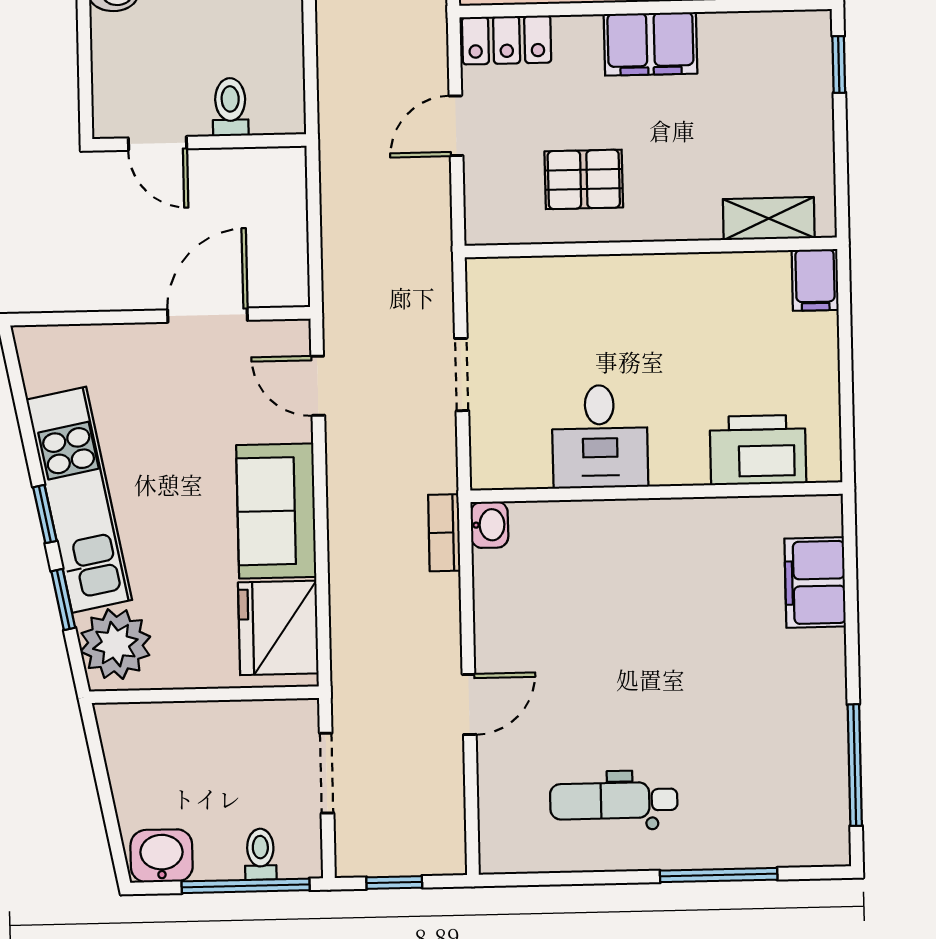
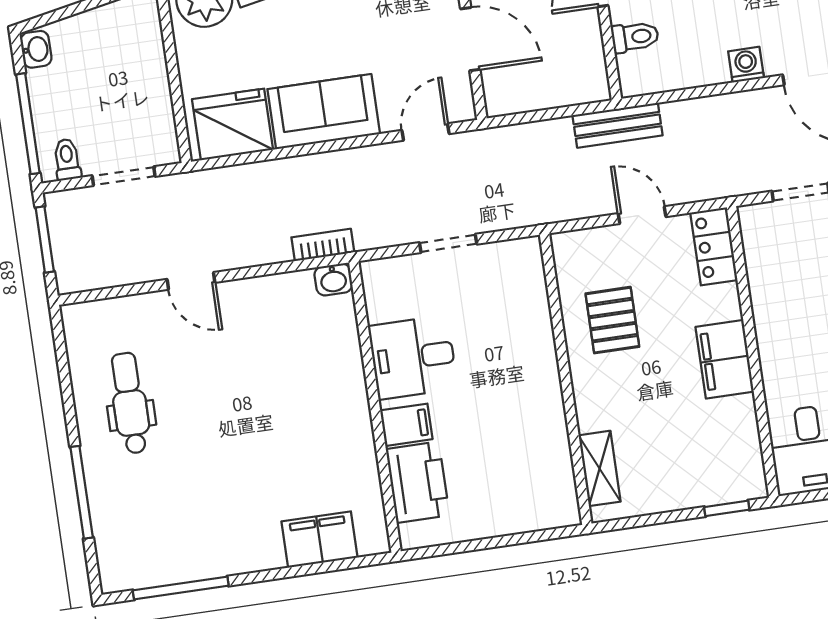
bench: (339, 143) -> (618, 125), added
filing cabinet: (815, 280) -> (406, 425), moved, turned 180
toilet: (260, 854) -> (67, 159), moved, turned -90
washbasin: (162, 856) -> (36, 49), width x0.72, depth x0.69
window: (394, 882) -> (45, 239), width x1.50

